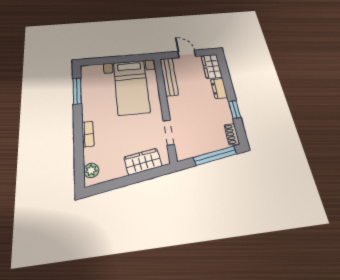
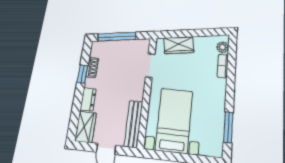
bookcase: (88, 134) -> (223, 66), moved
shoe rack: (232, 134) -> (92, 67), moved

